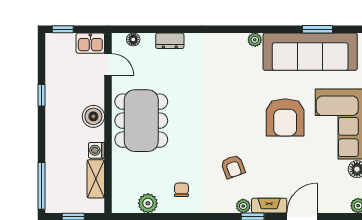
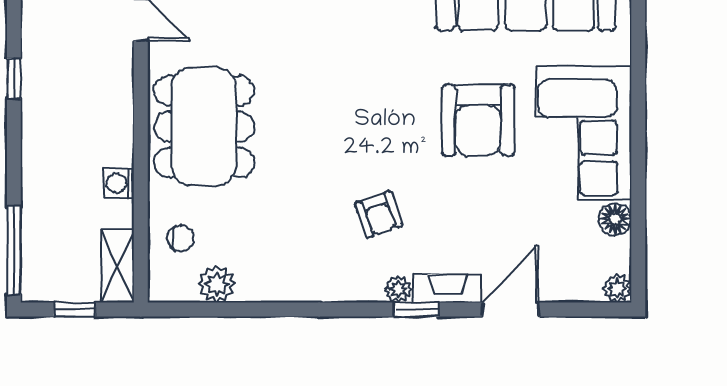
boiler: (93, 116) -> (113, 119), removed
shelving: (96, 179) -> (118, 266), moved
chair: (181, 190) -> (180, 238), moved, turned 90

